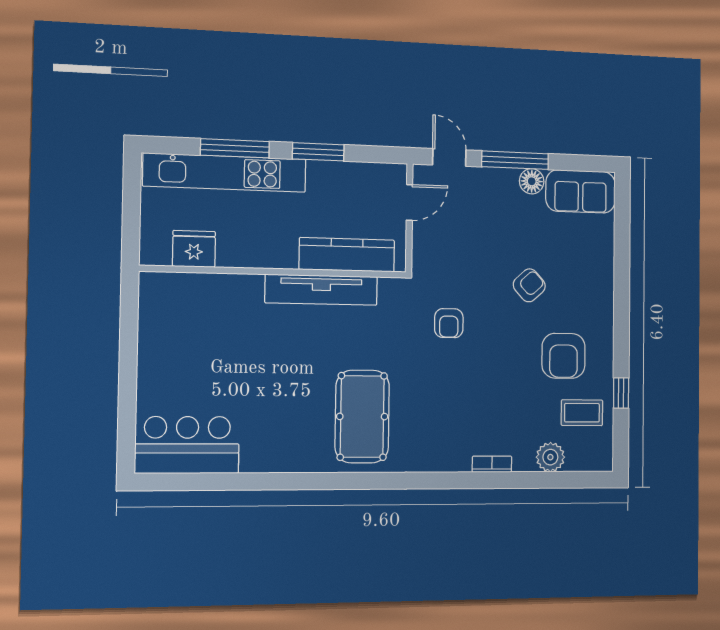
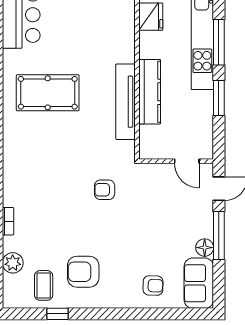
kitchen counter: (347, 255) -> (150, 92), moved
armchair: (529, 285) -> (153, 286), moved, turned -46
pool table: (362, 416) -> (48, 93), moved

